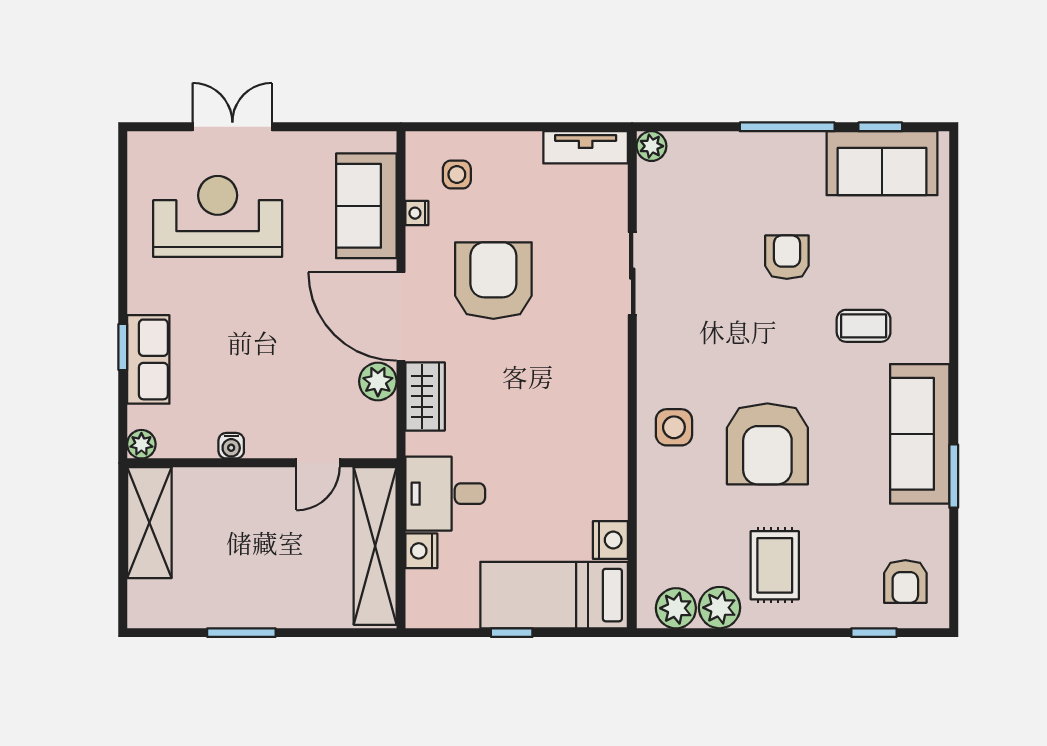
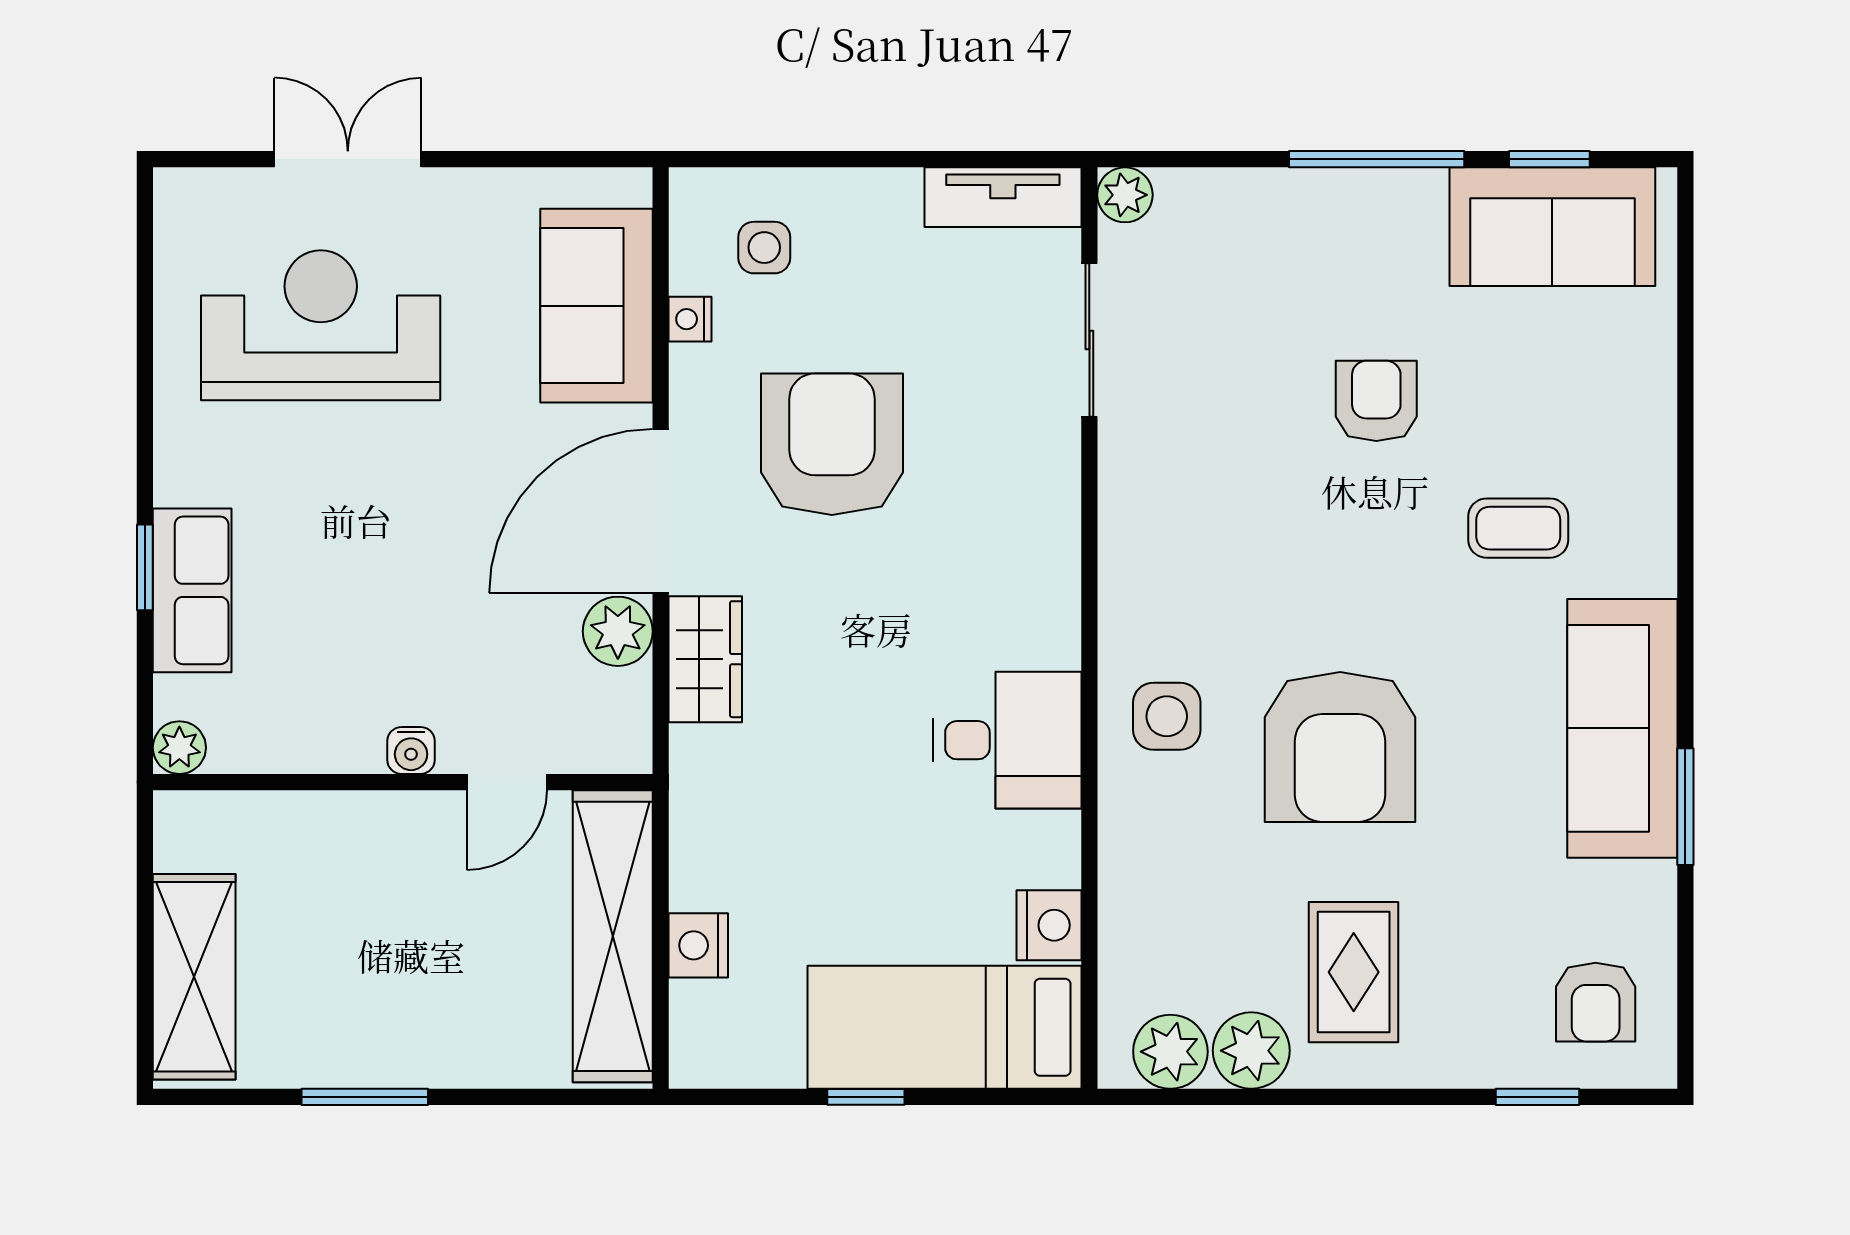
sliding door: (632, 274) -> (1089, 340), moved
door: (401, 317) -> (661, 511), hinge flipped
water cooler: (231, 446) -> (411, 750), moved
desk: (445, 494) -> (1007, 740), moved, turned 180
shelving: (149, 523) -> (194, 977), moved

